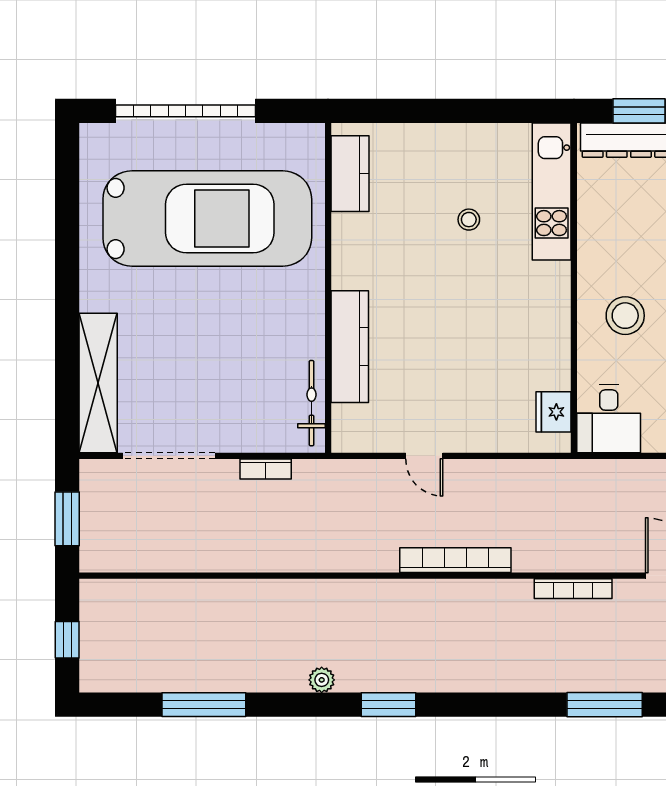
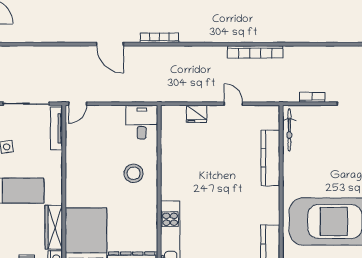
stool: (469, 220) -> (211, 221), removed
fridge: (554, 412) -> (197, 114), moved, turned 90
bookcase: (455, 560) -> (255, 52), moved

